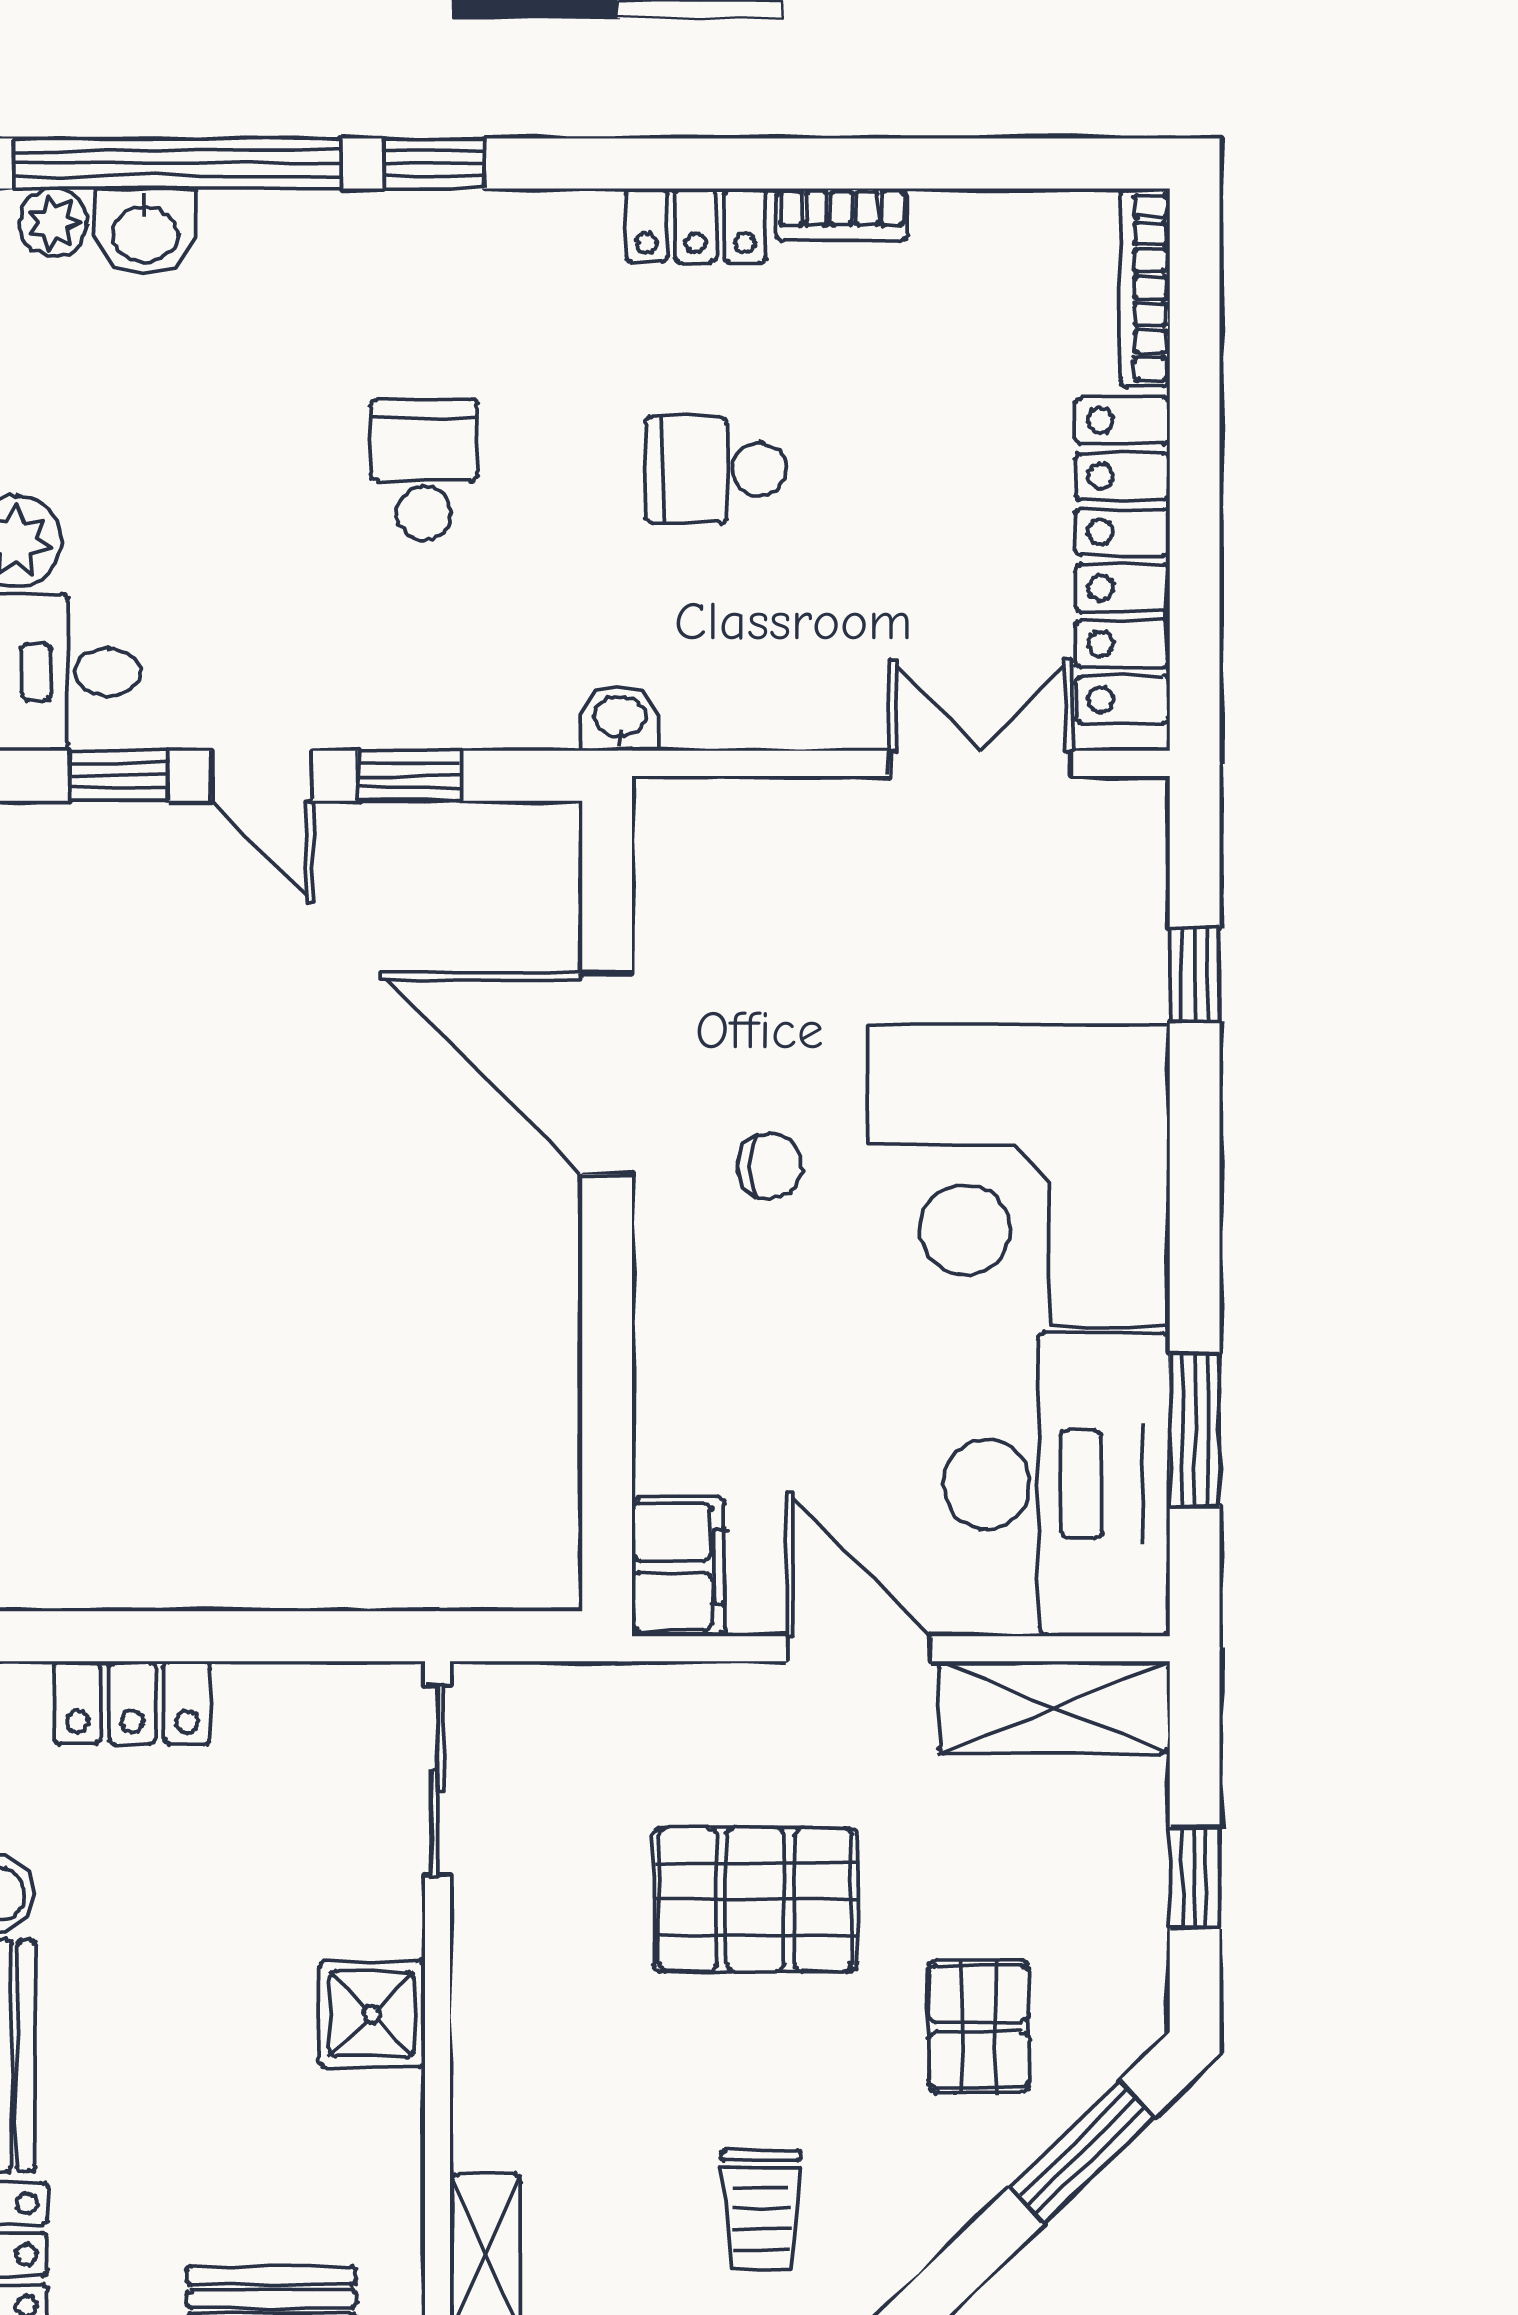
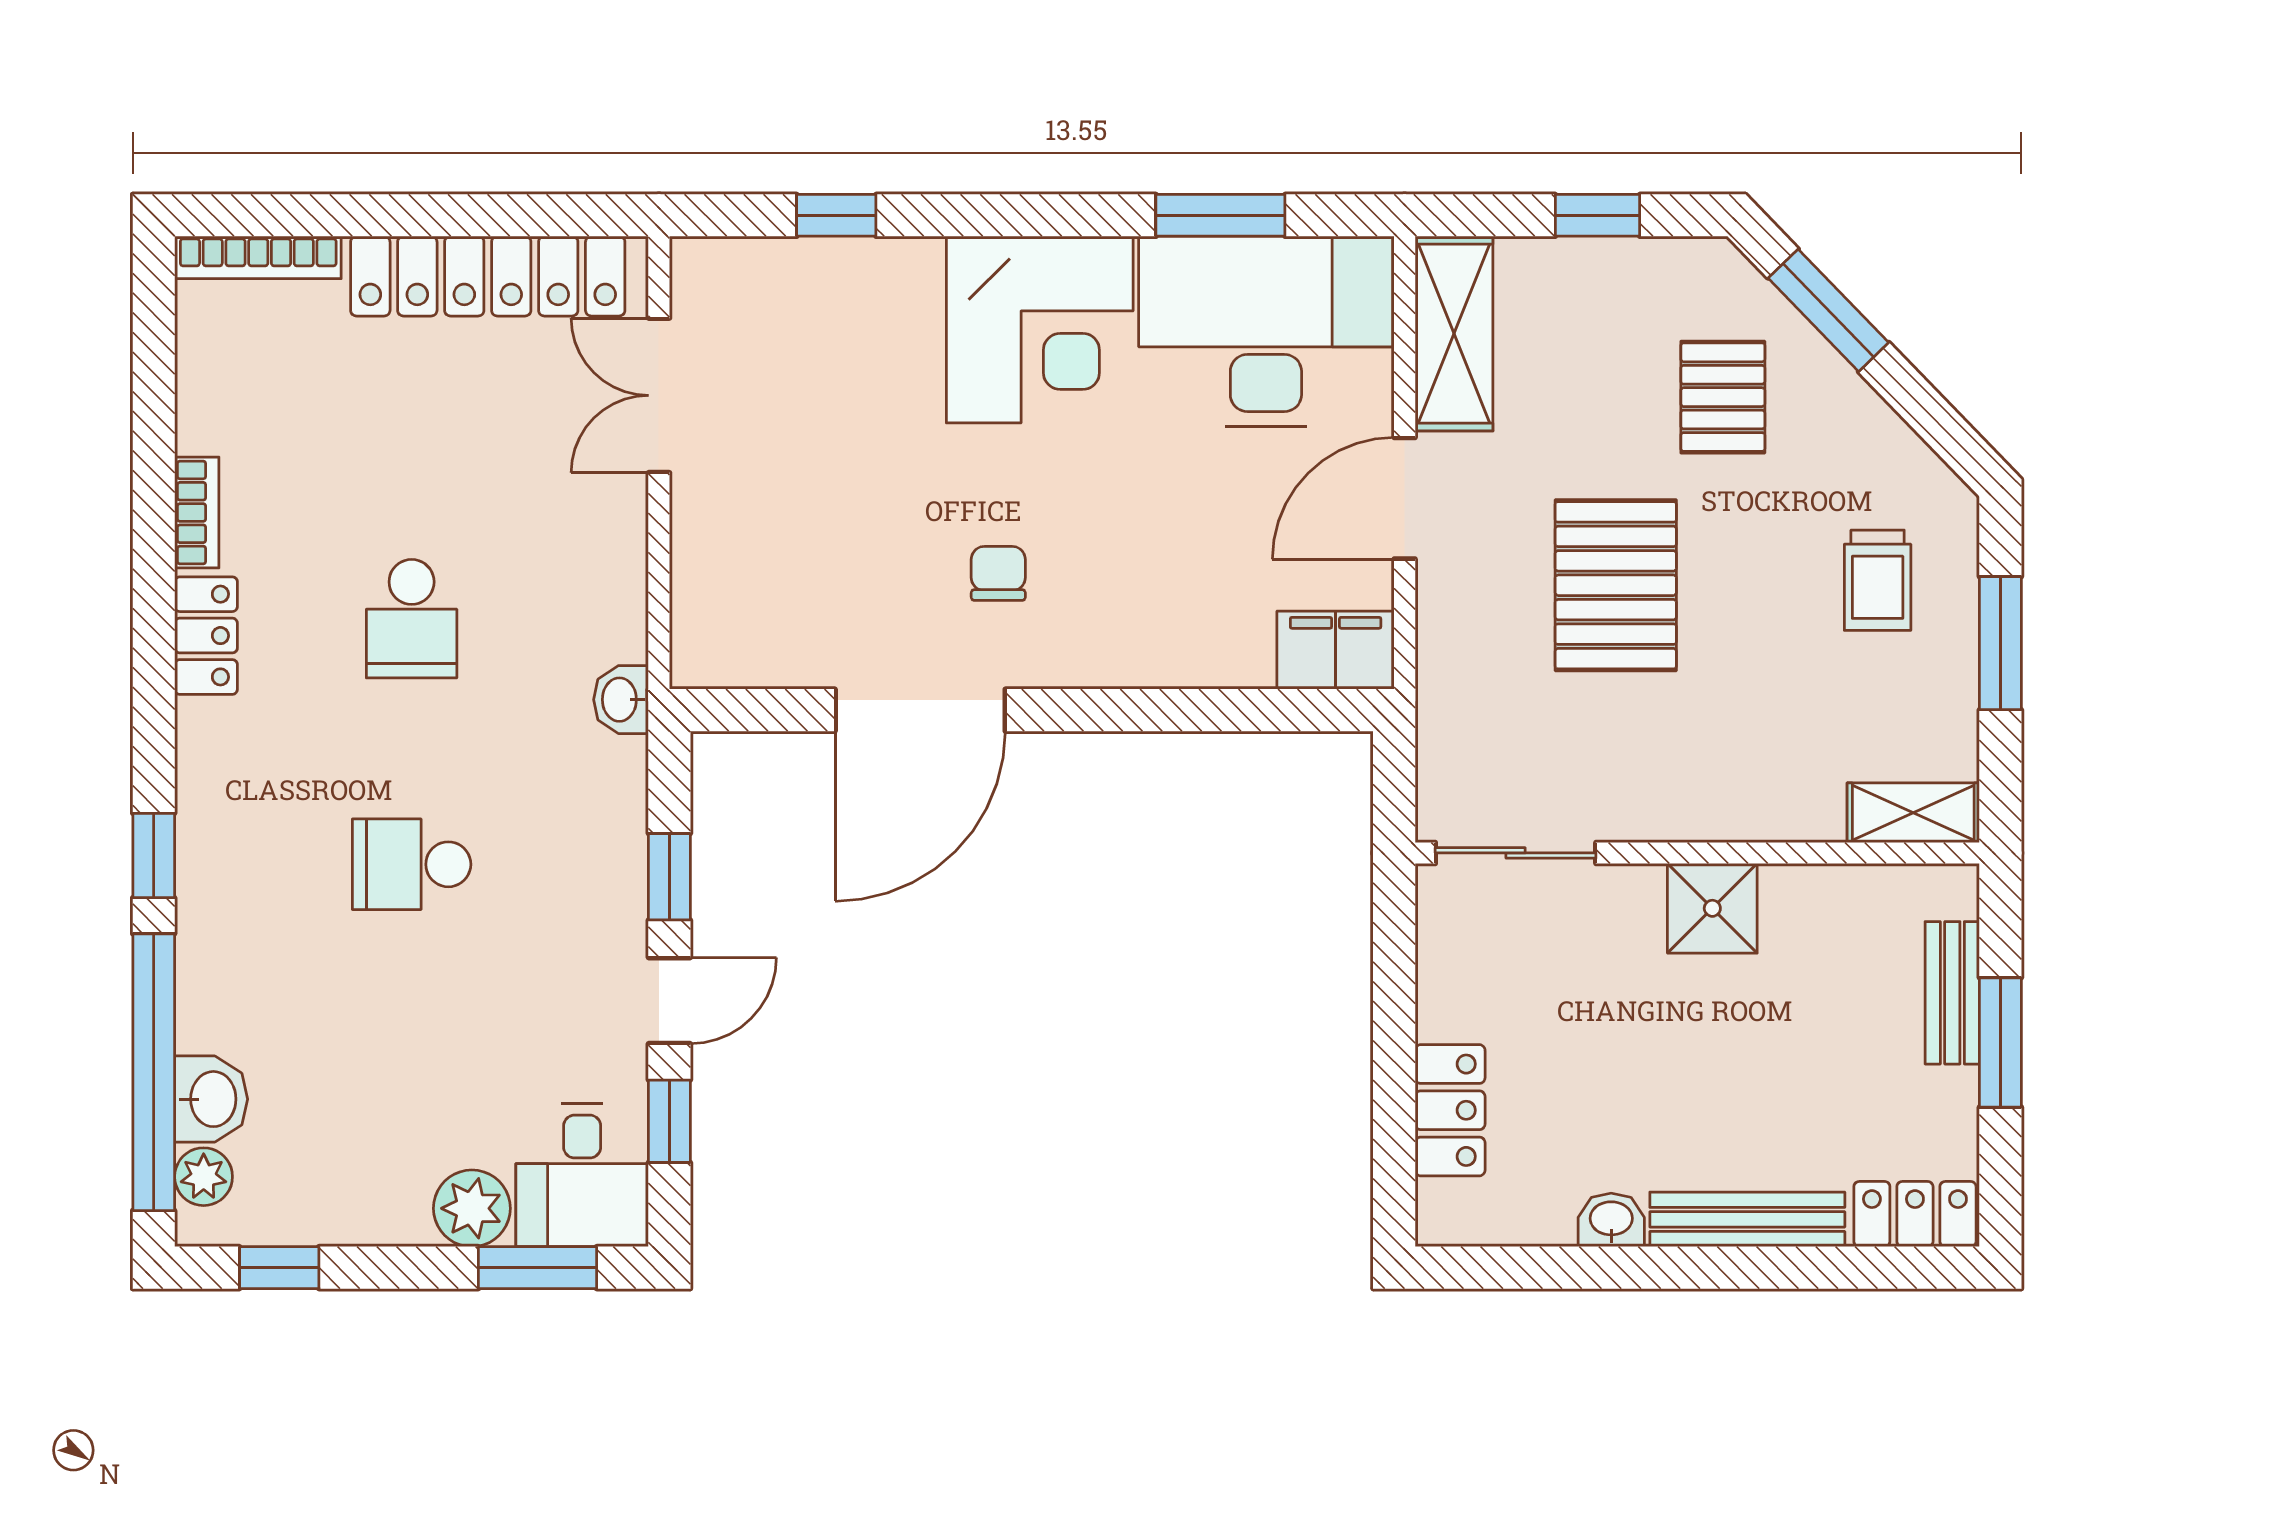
corner desk: (1019, 1175) -> (1040, 330), width x0.74, depth x0.74
pallet: (979, 2027) -> (1723, 397), turned 90
trolley: (761, 2210) -> (1878, 580), turned 90

